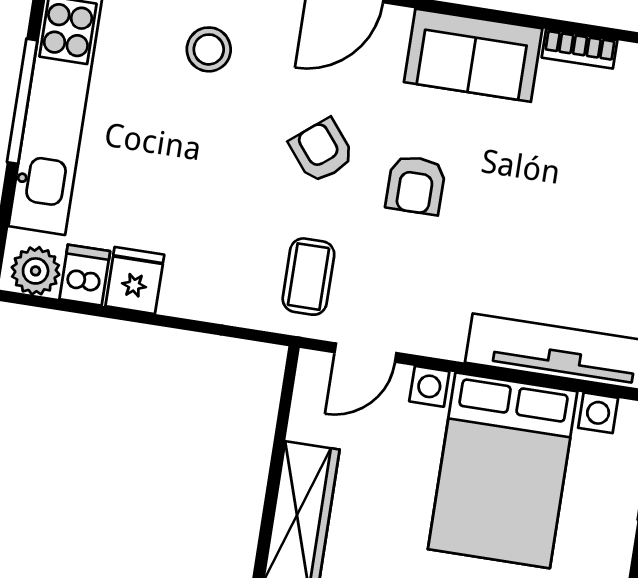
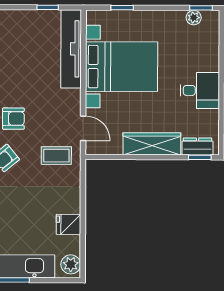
dishwasher: (85, 275) -> (69, 245), removed

